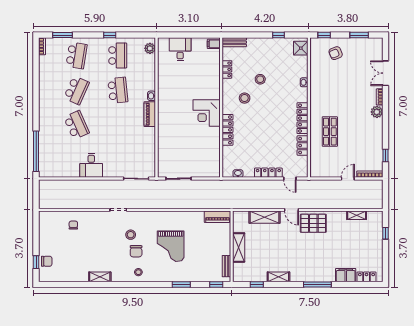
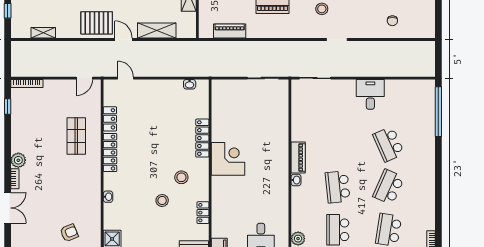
locker: (268, 173) -> (152, 85), removed
door: (348, 179) -> (84, 78), moved
piano: (218, 217) -> (230, 31), moved

